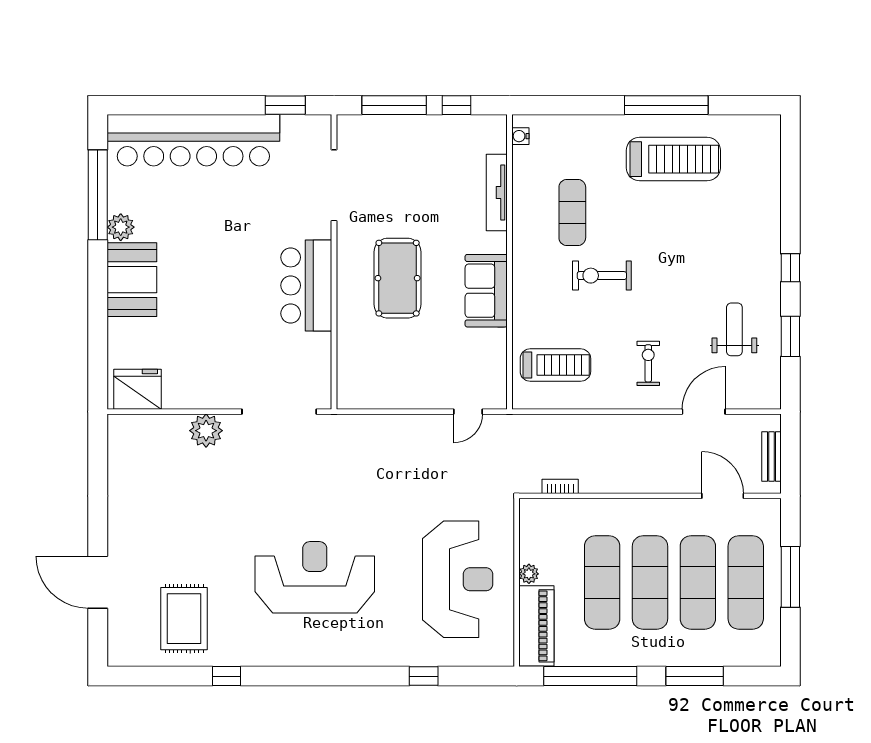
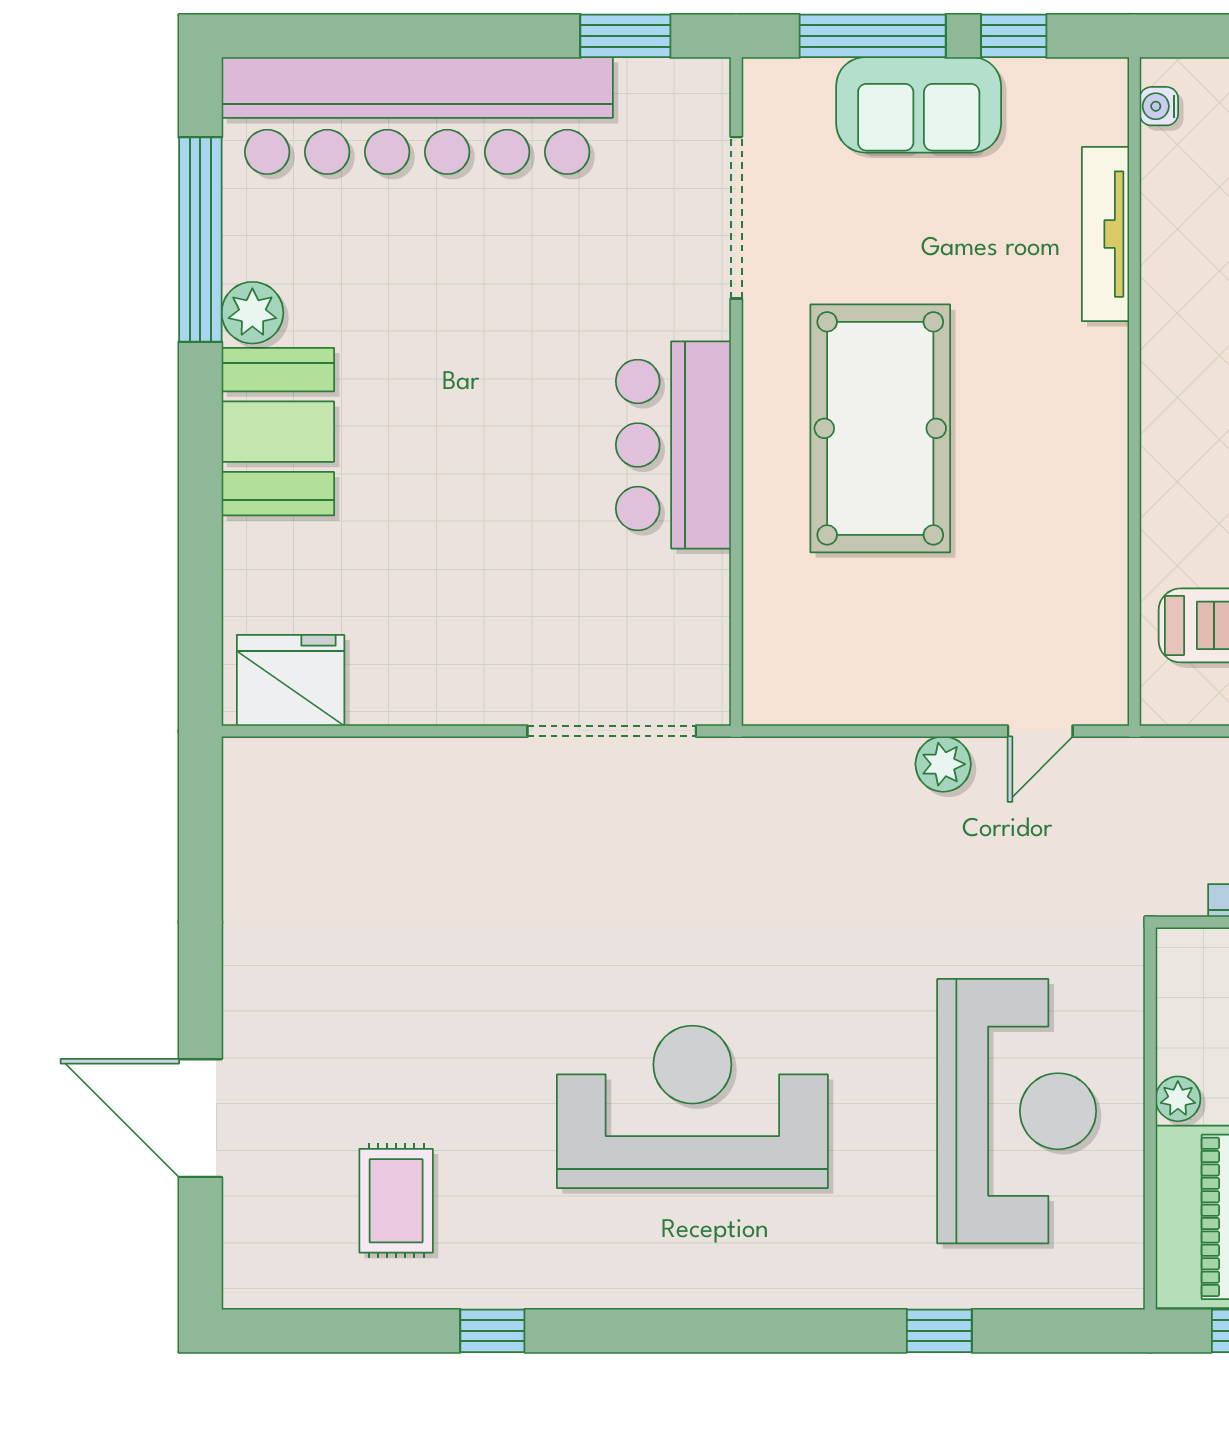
pool table: (398, 278) -> (880, 428), width x1.36, depth x1.32
sofa: (486, 291) -> (919, 105), moved, turned -90
plant: (206, 431) -> (943, 764), moved, width x0.73, depth x0.73
rug: (184, 619) -> (396, 1201), width x0.73, depth x0.70

